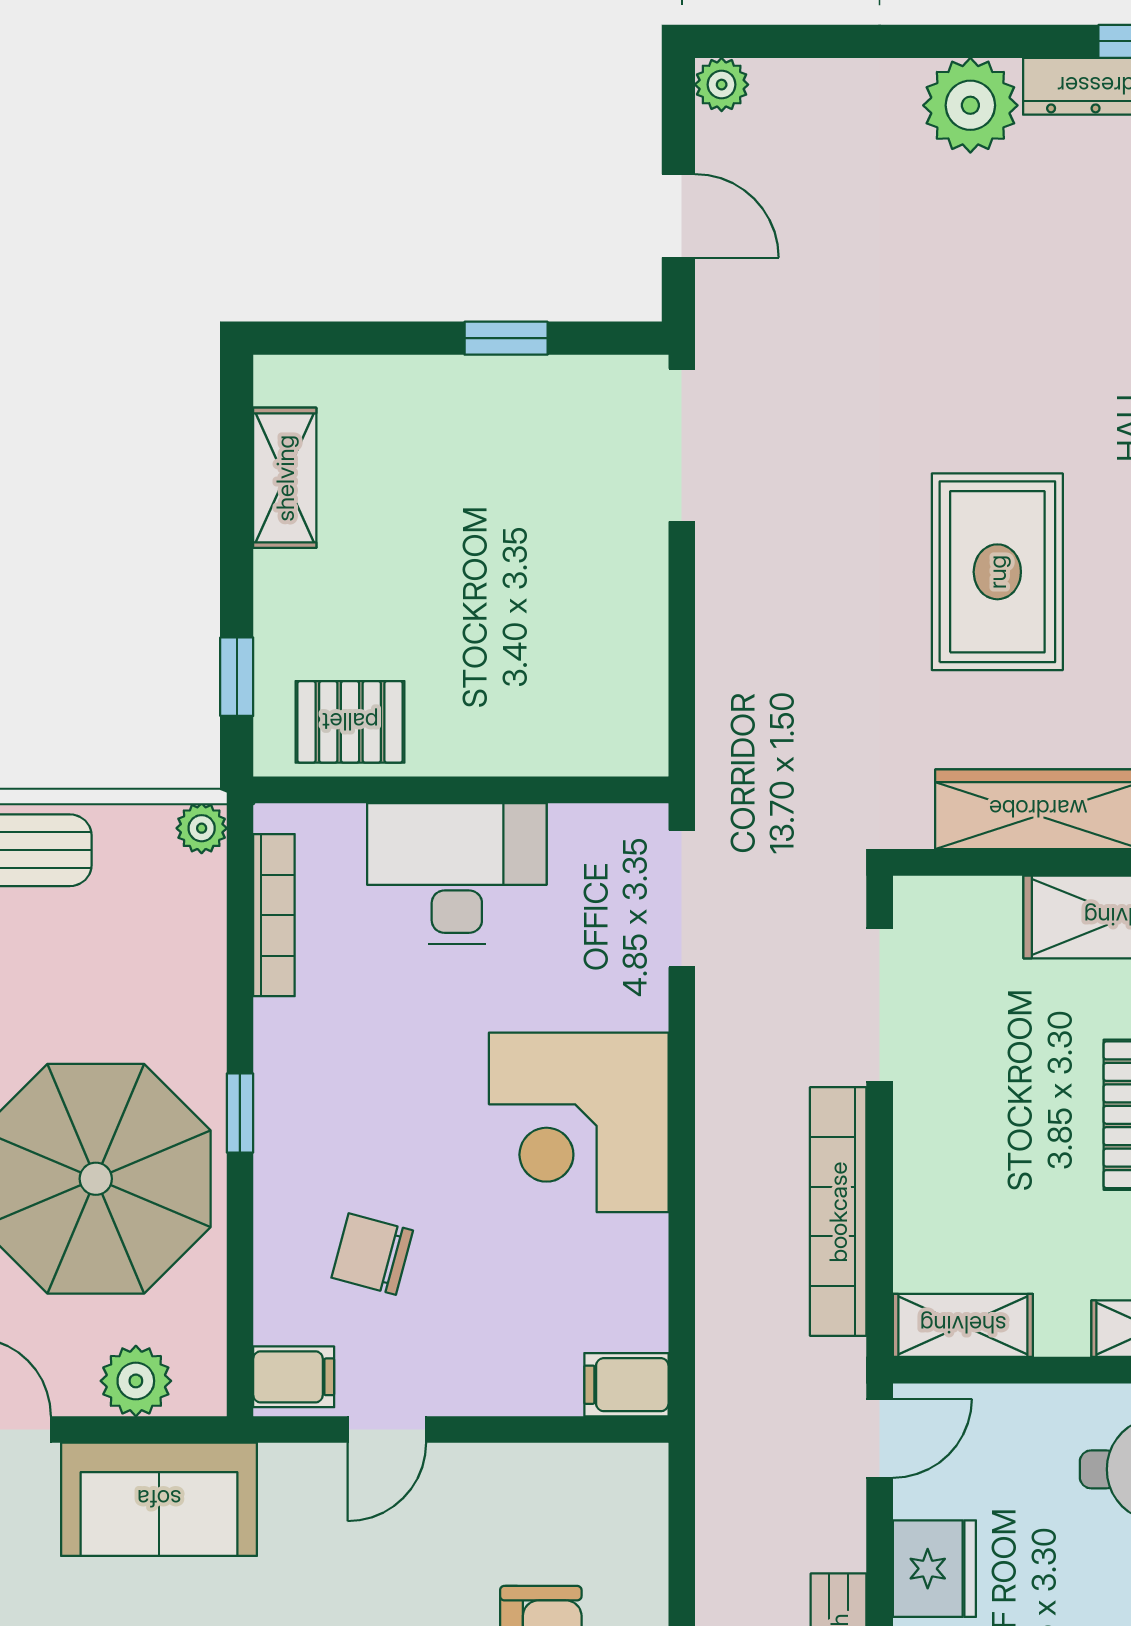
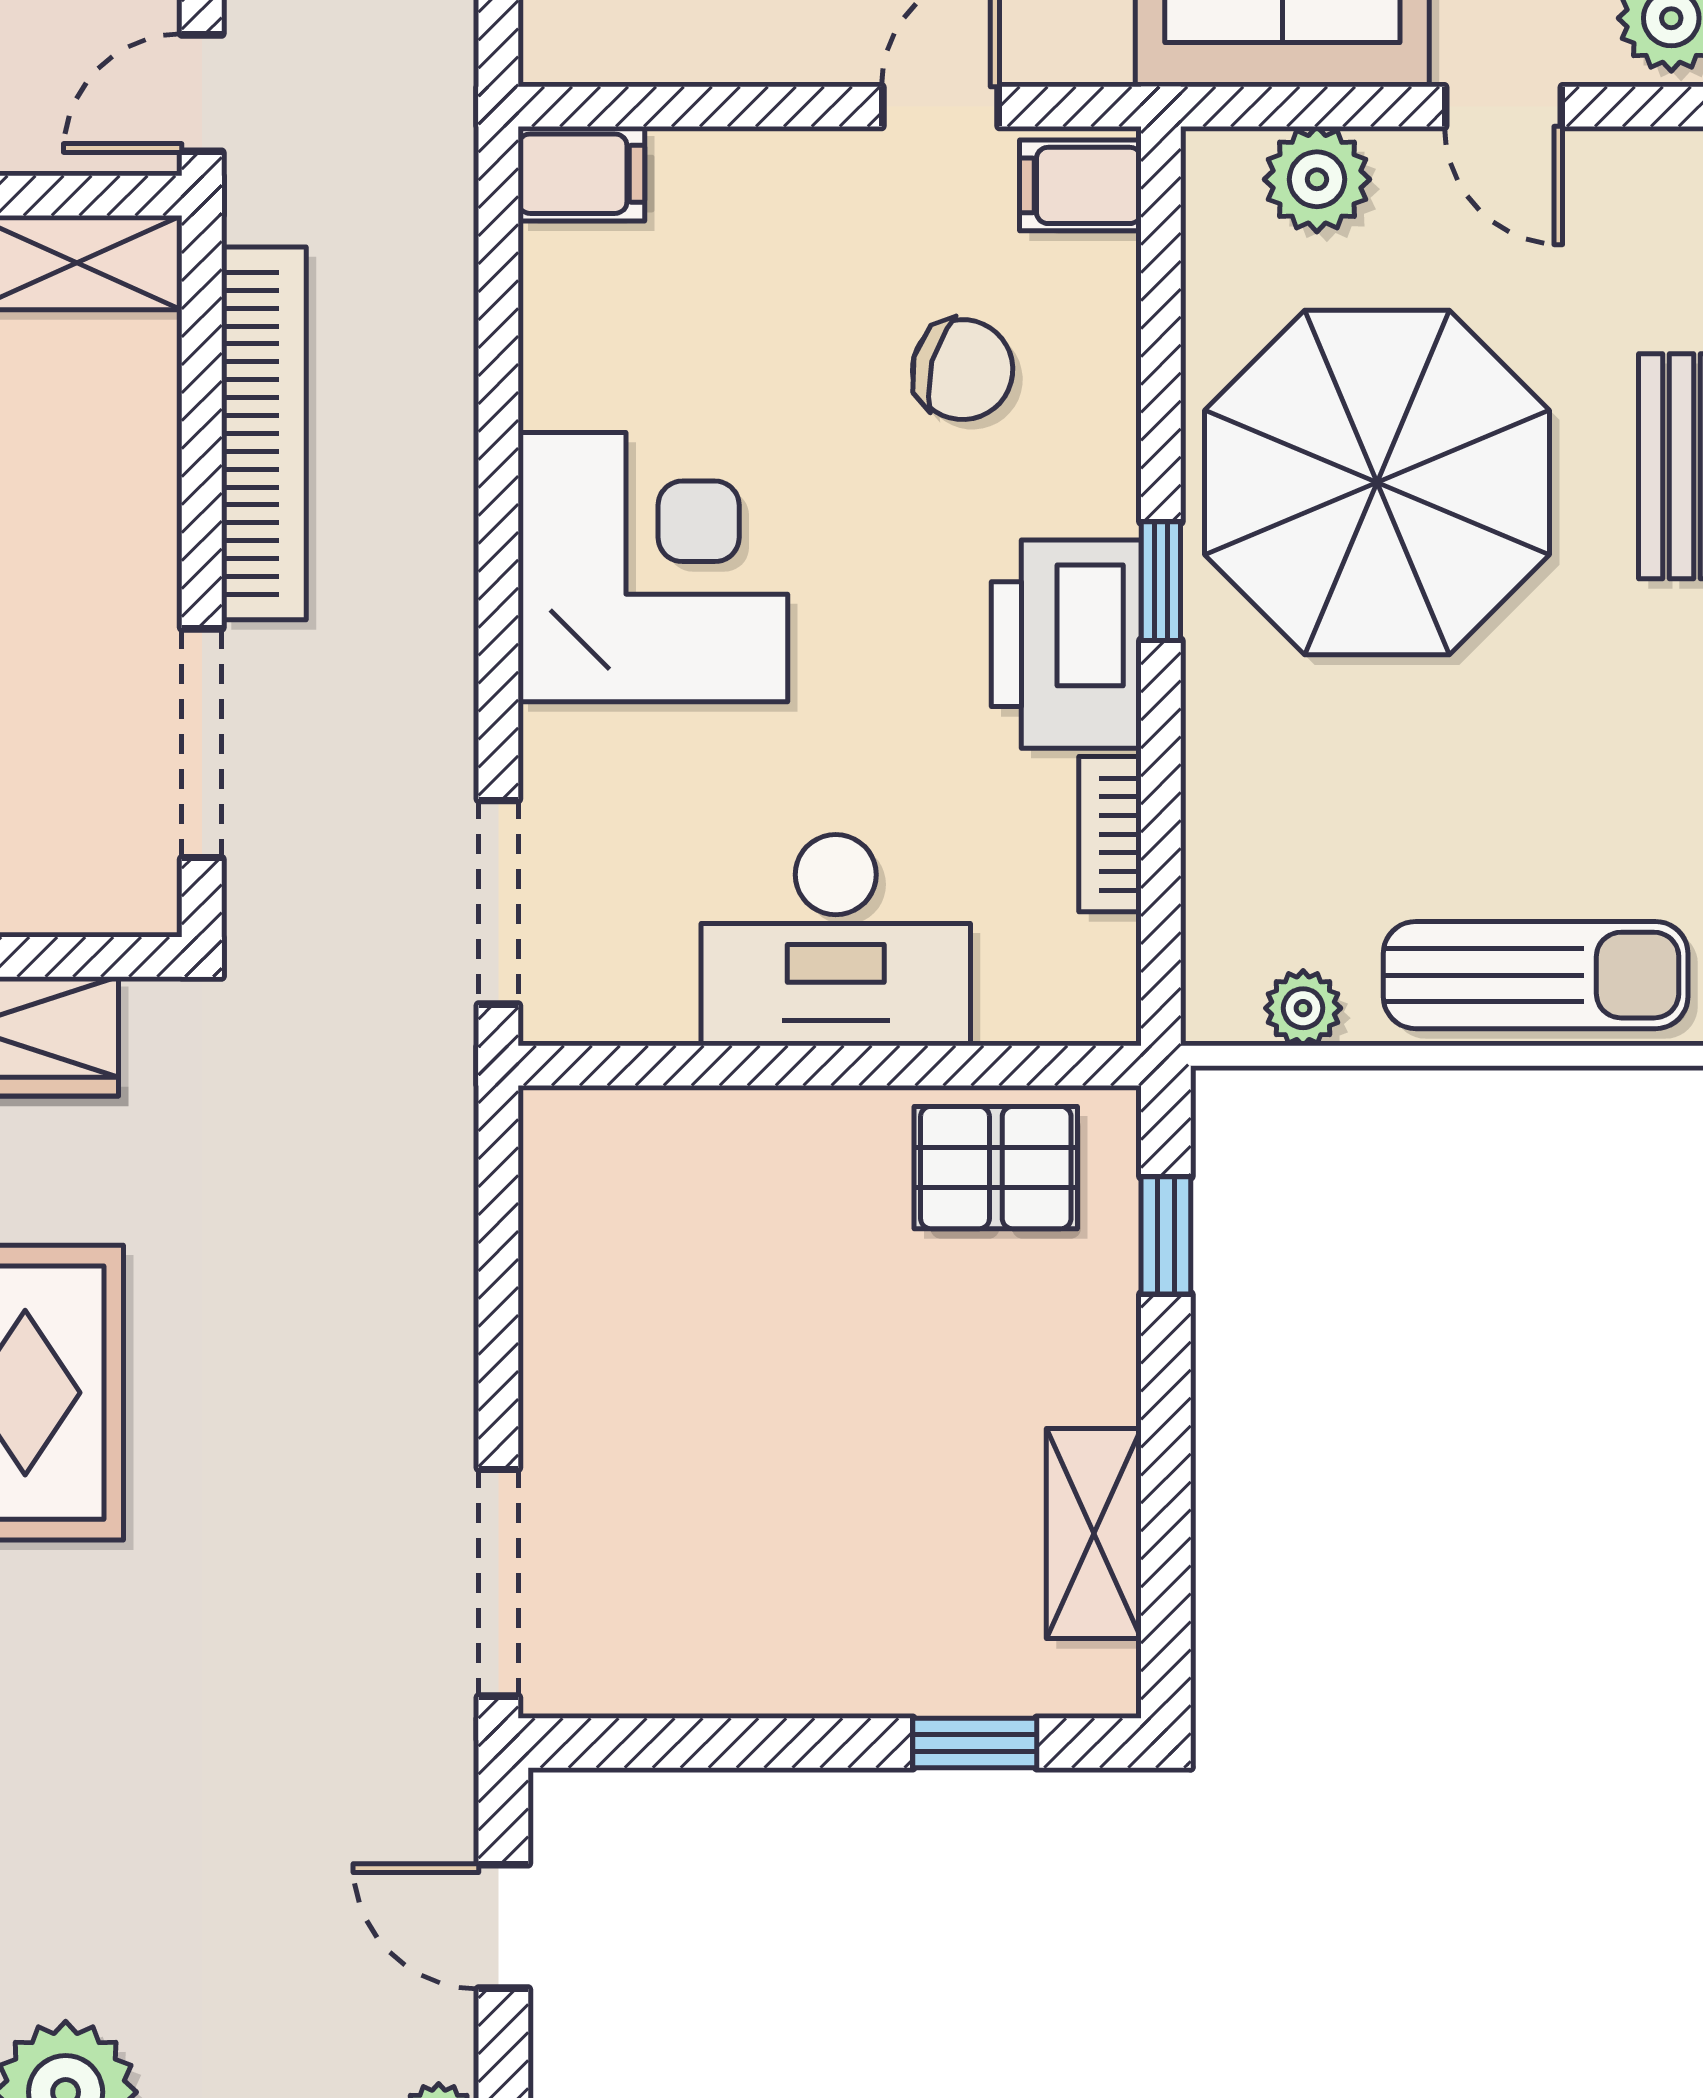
window: (506, 338) -> (975, 1743), moved
plant: (202, 828) -> (1303, 1008), moved
bookcase: (274, 915) -> (1110, 834), width x0.64
printer: (303, 1071) -> (1066, 644), added

